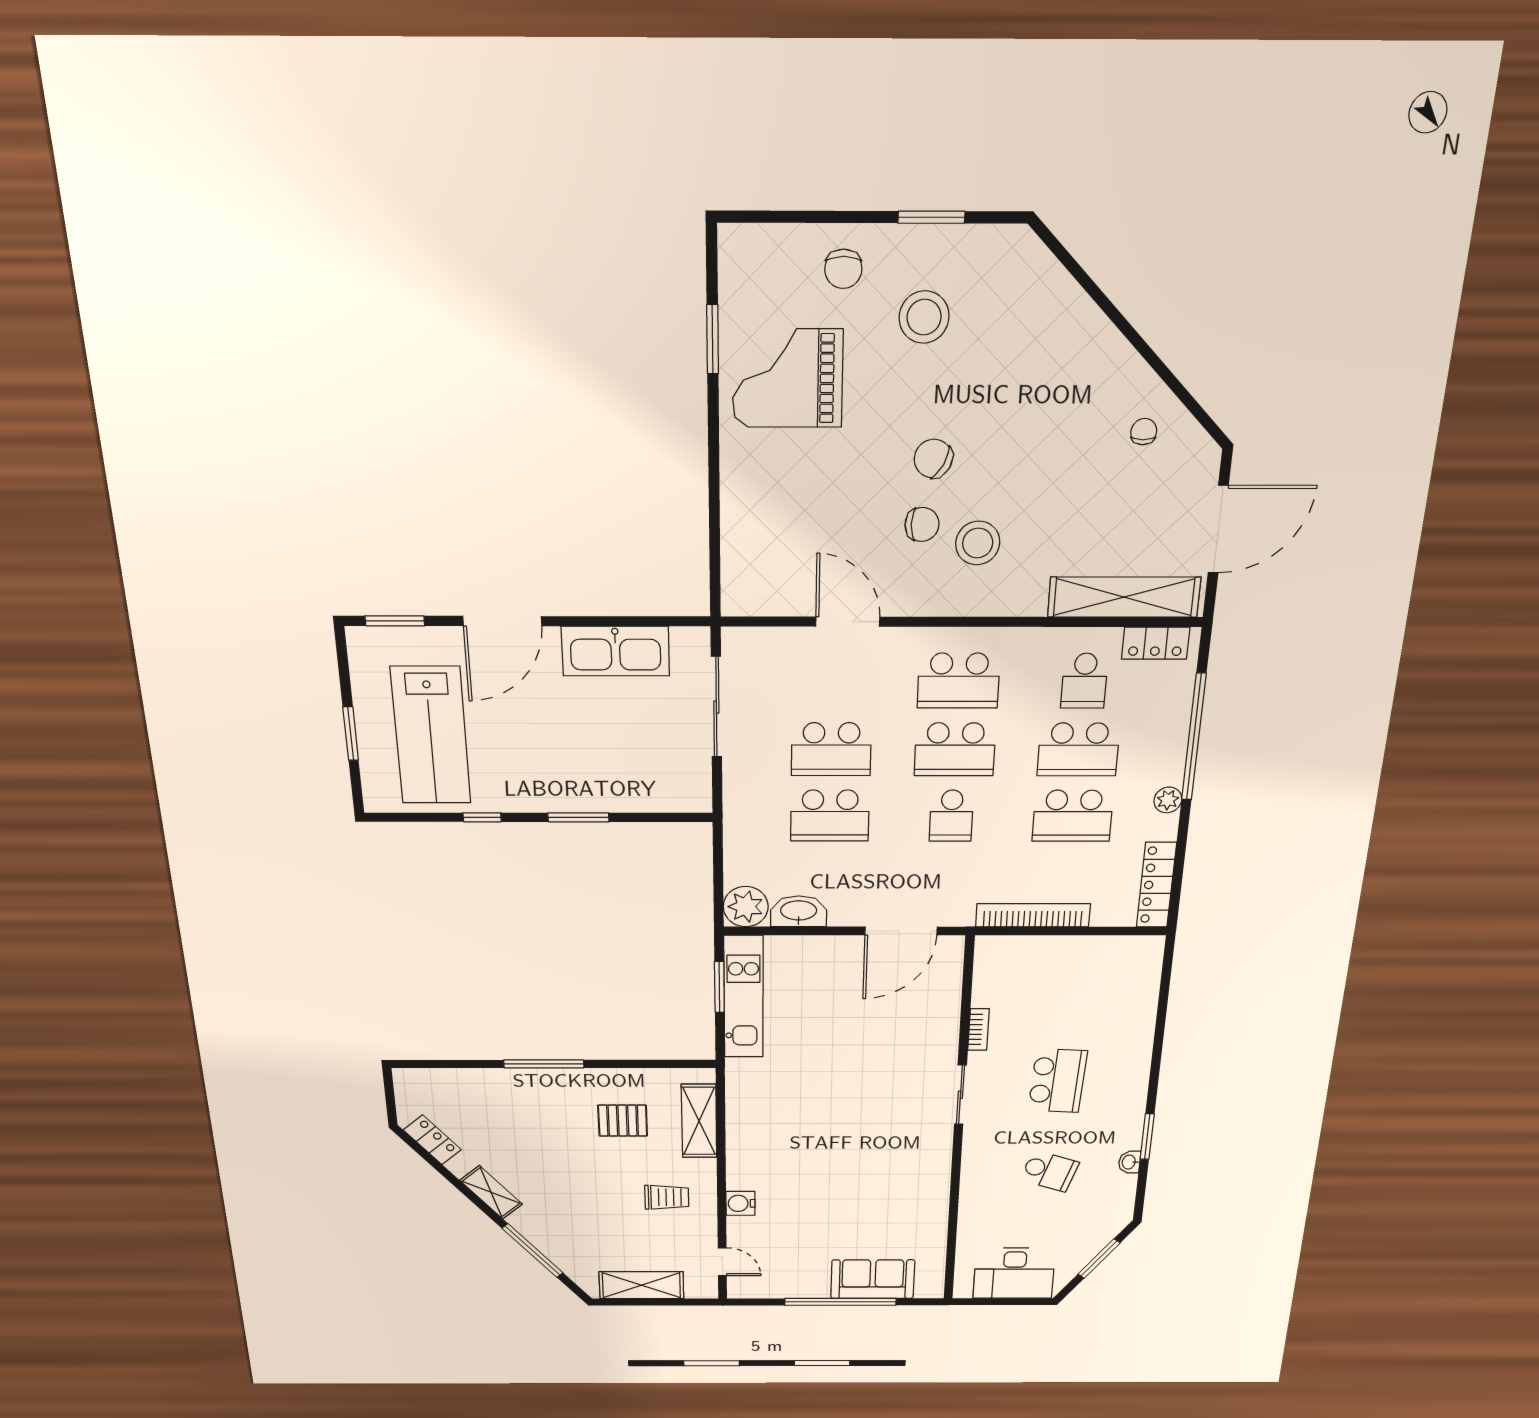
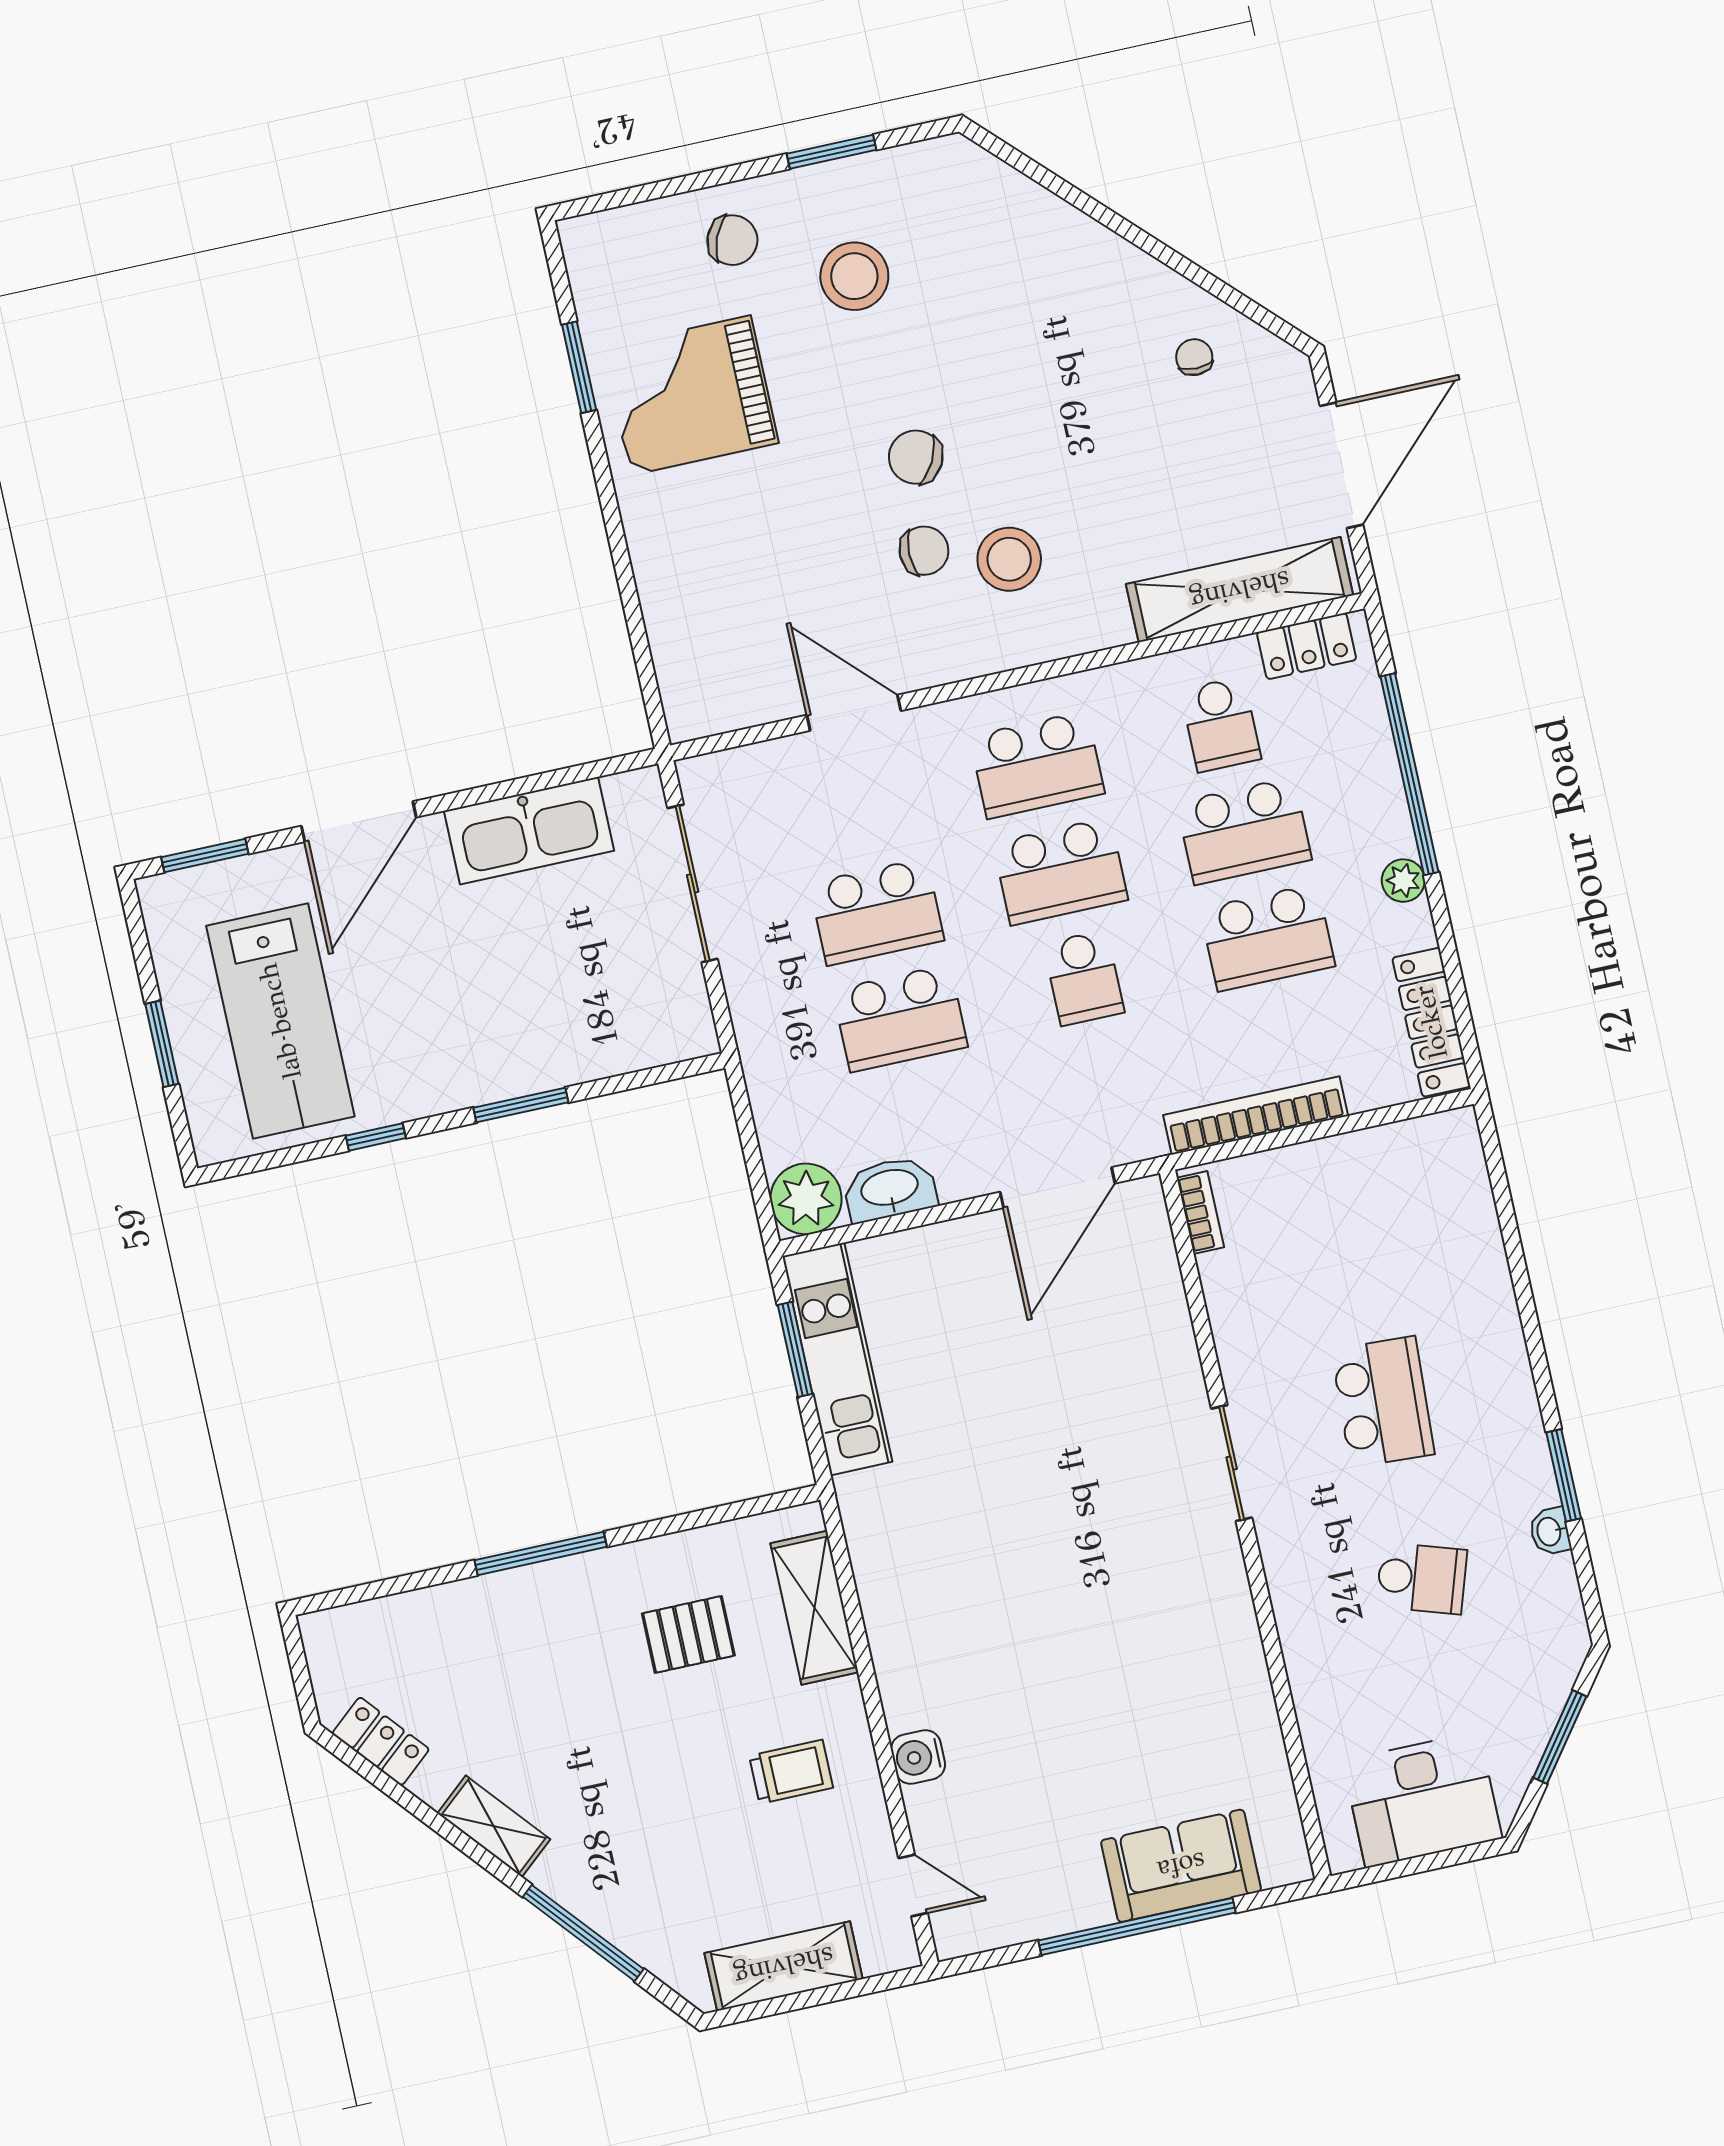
chair: (843, 269) -> (732, 240), turned -68
bookcase: (979, 1030) -> (1200, 1212), moved

